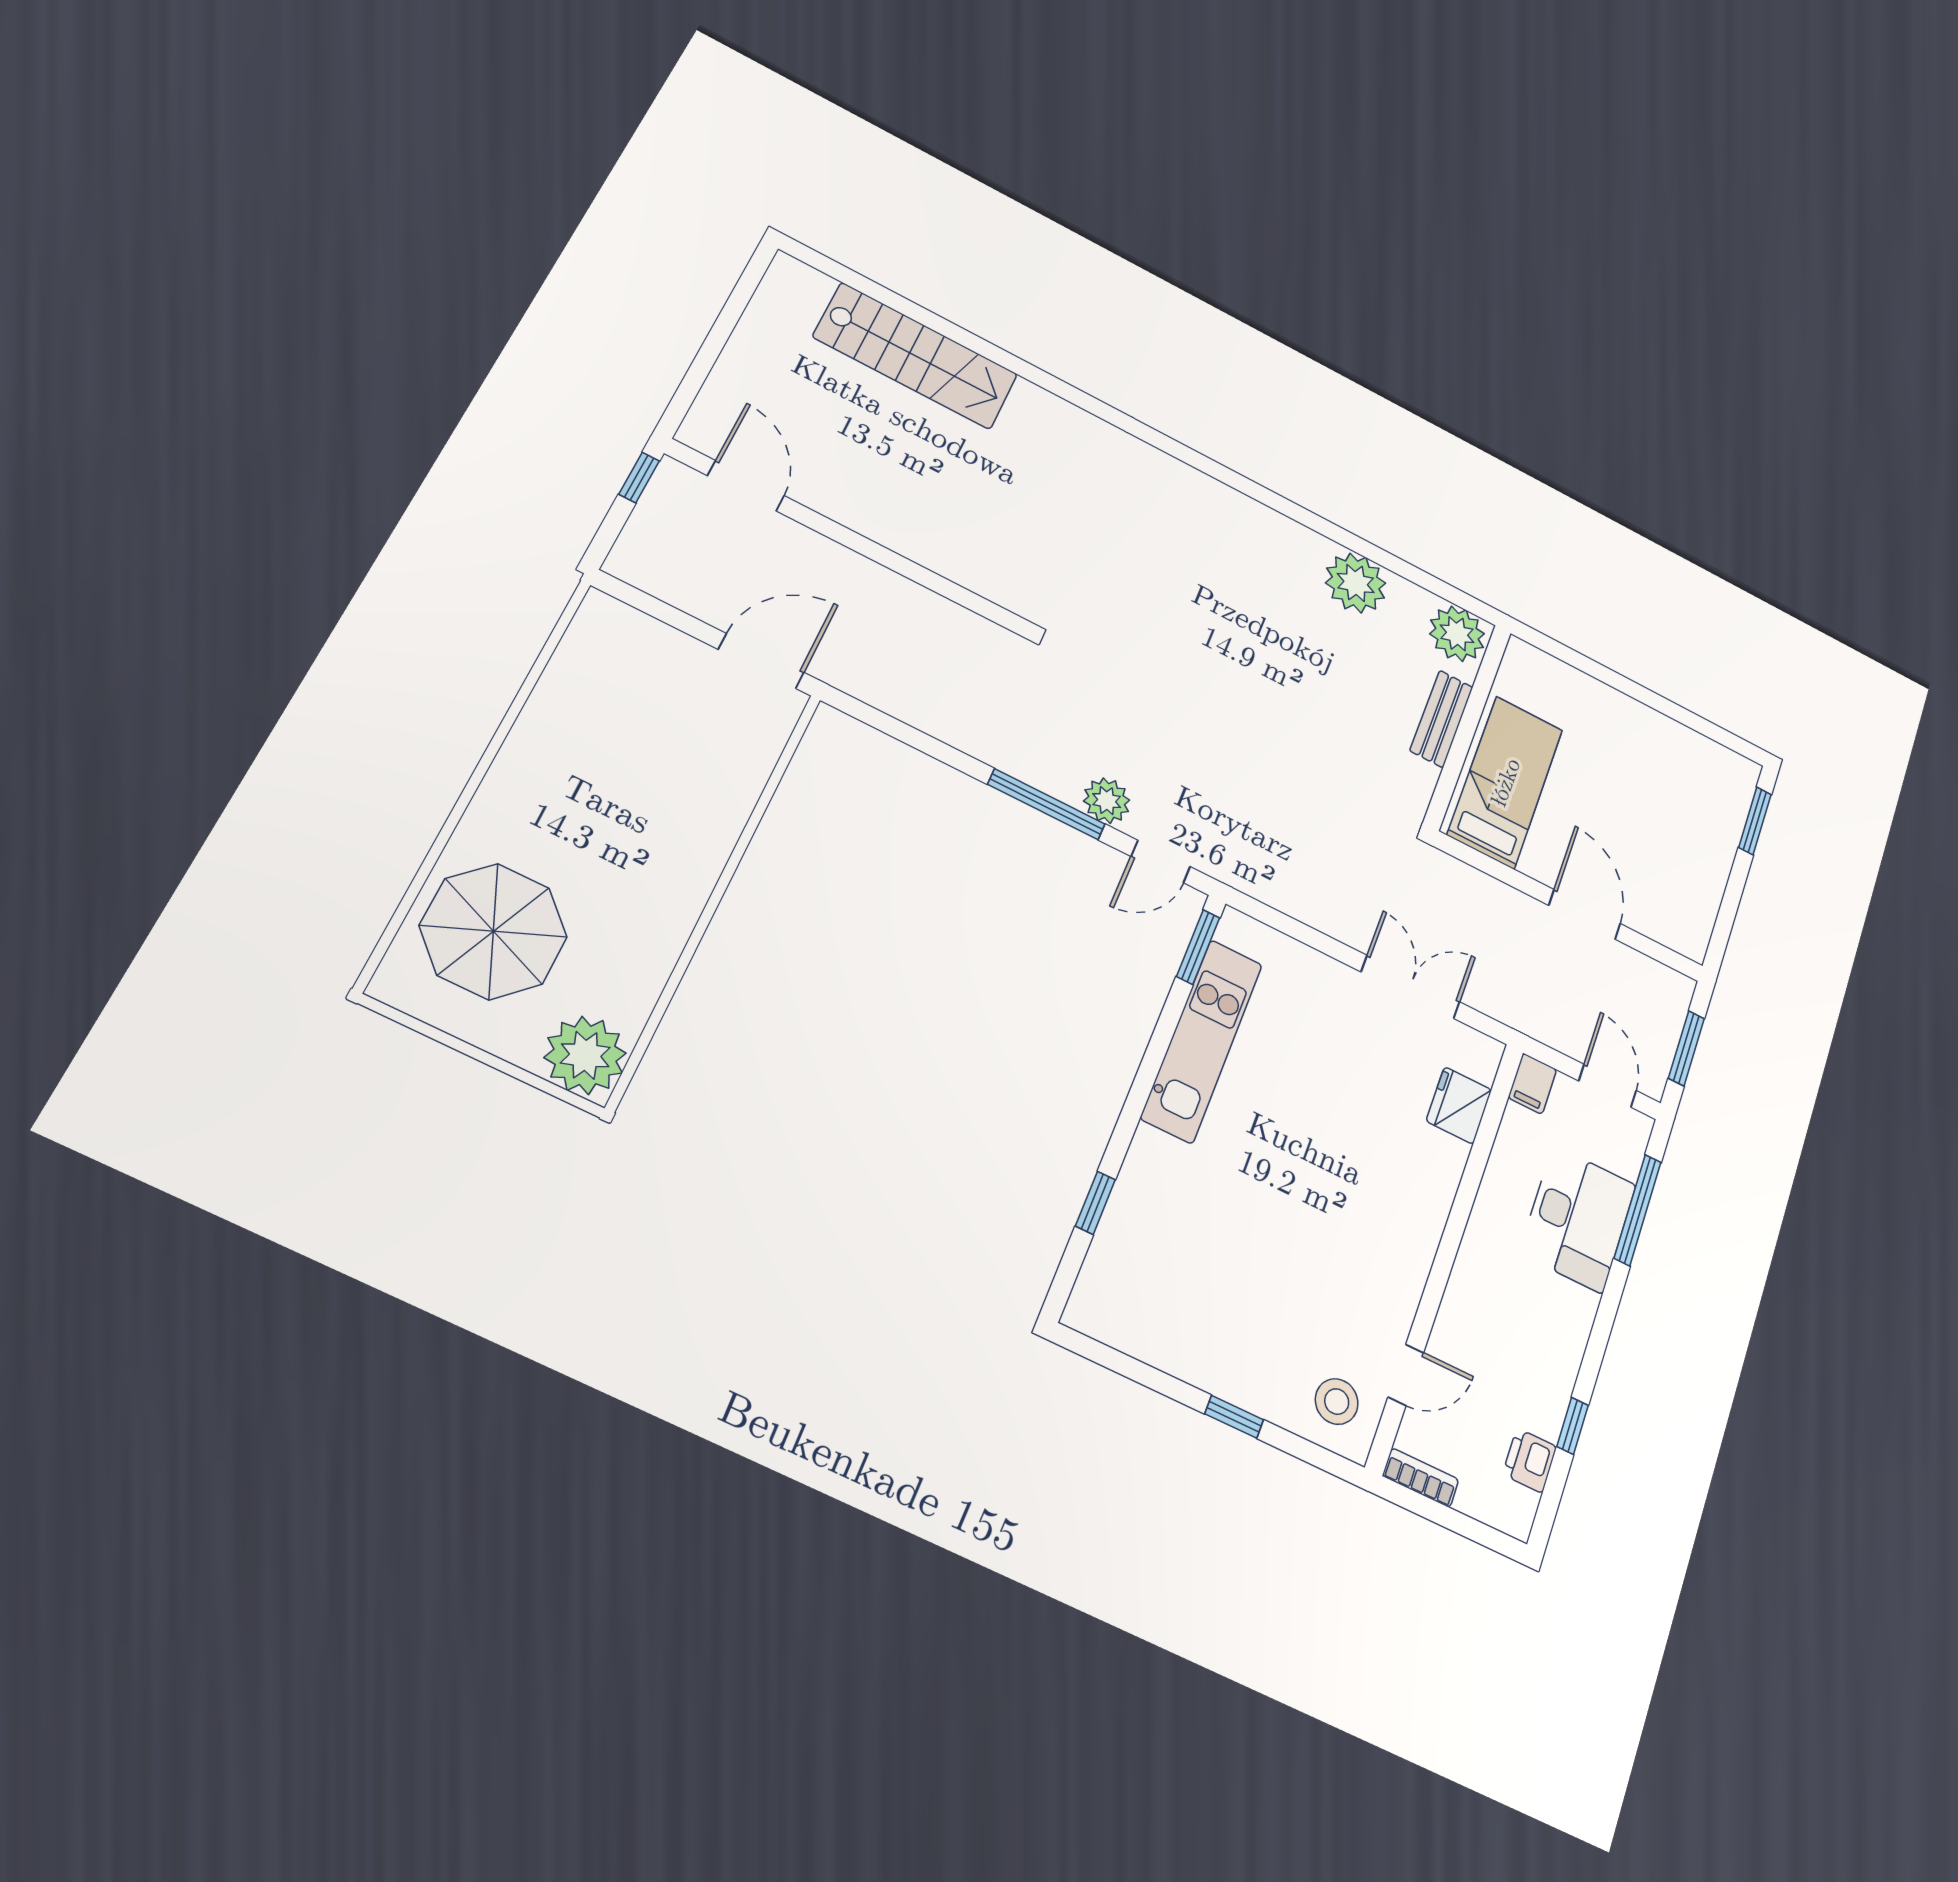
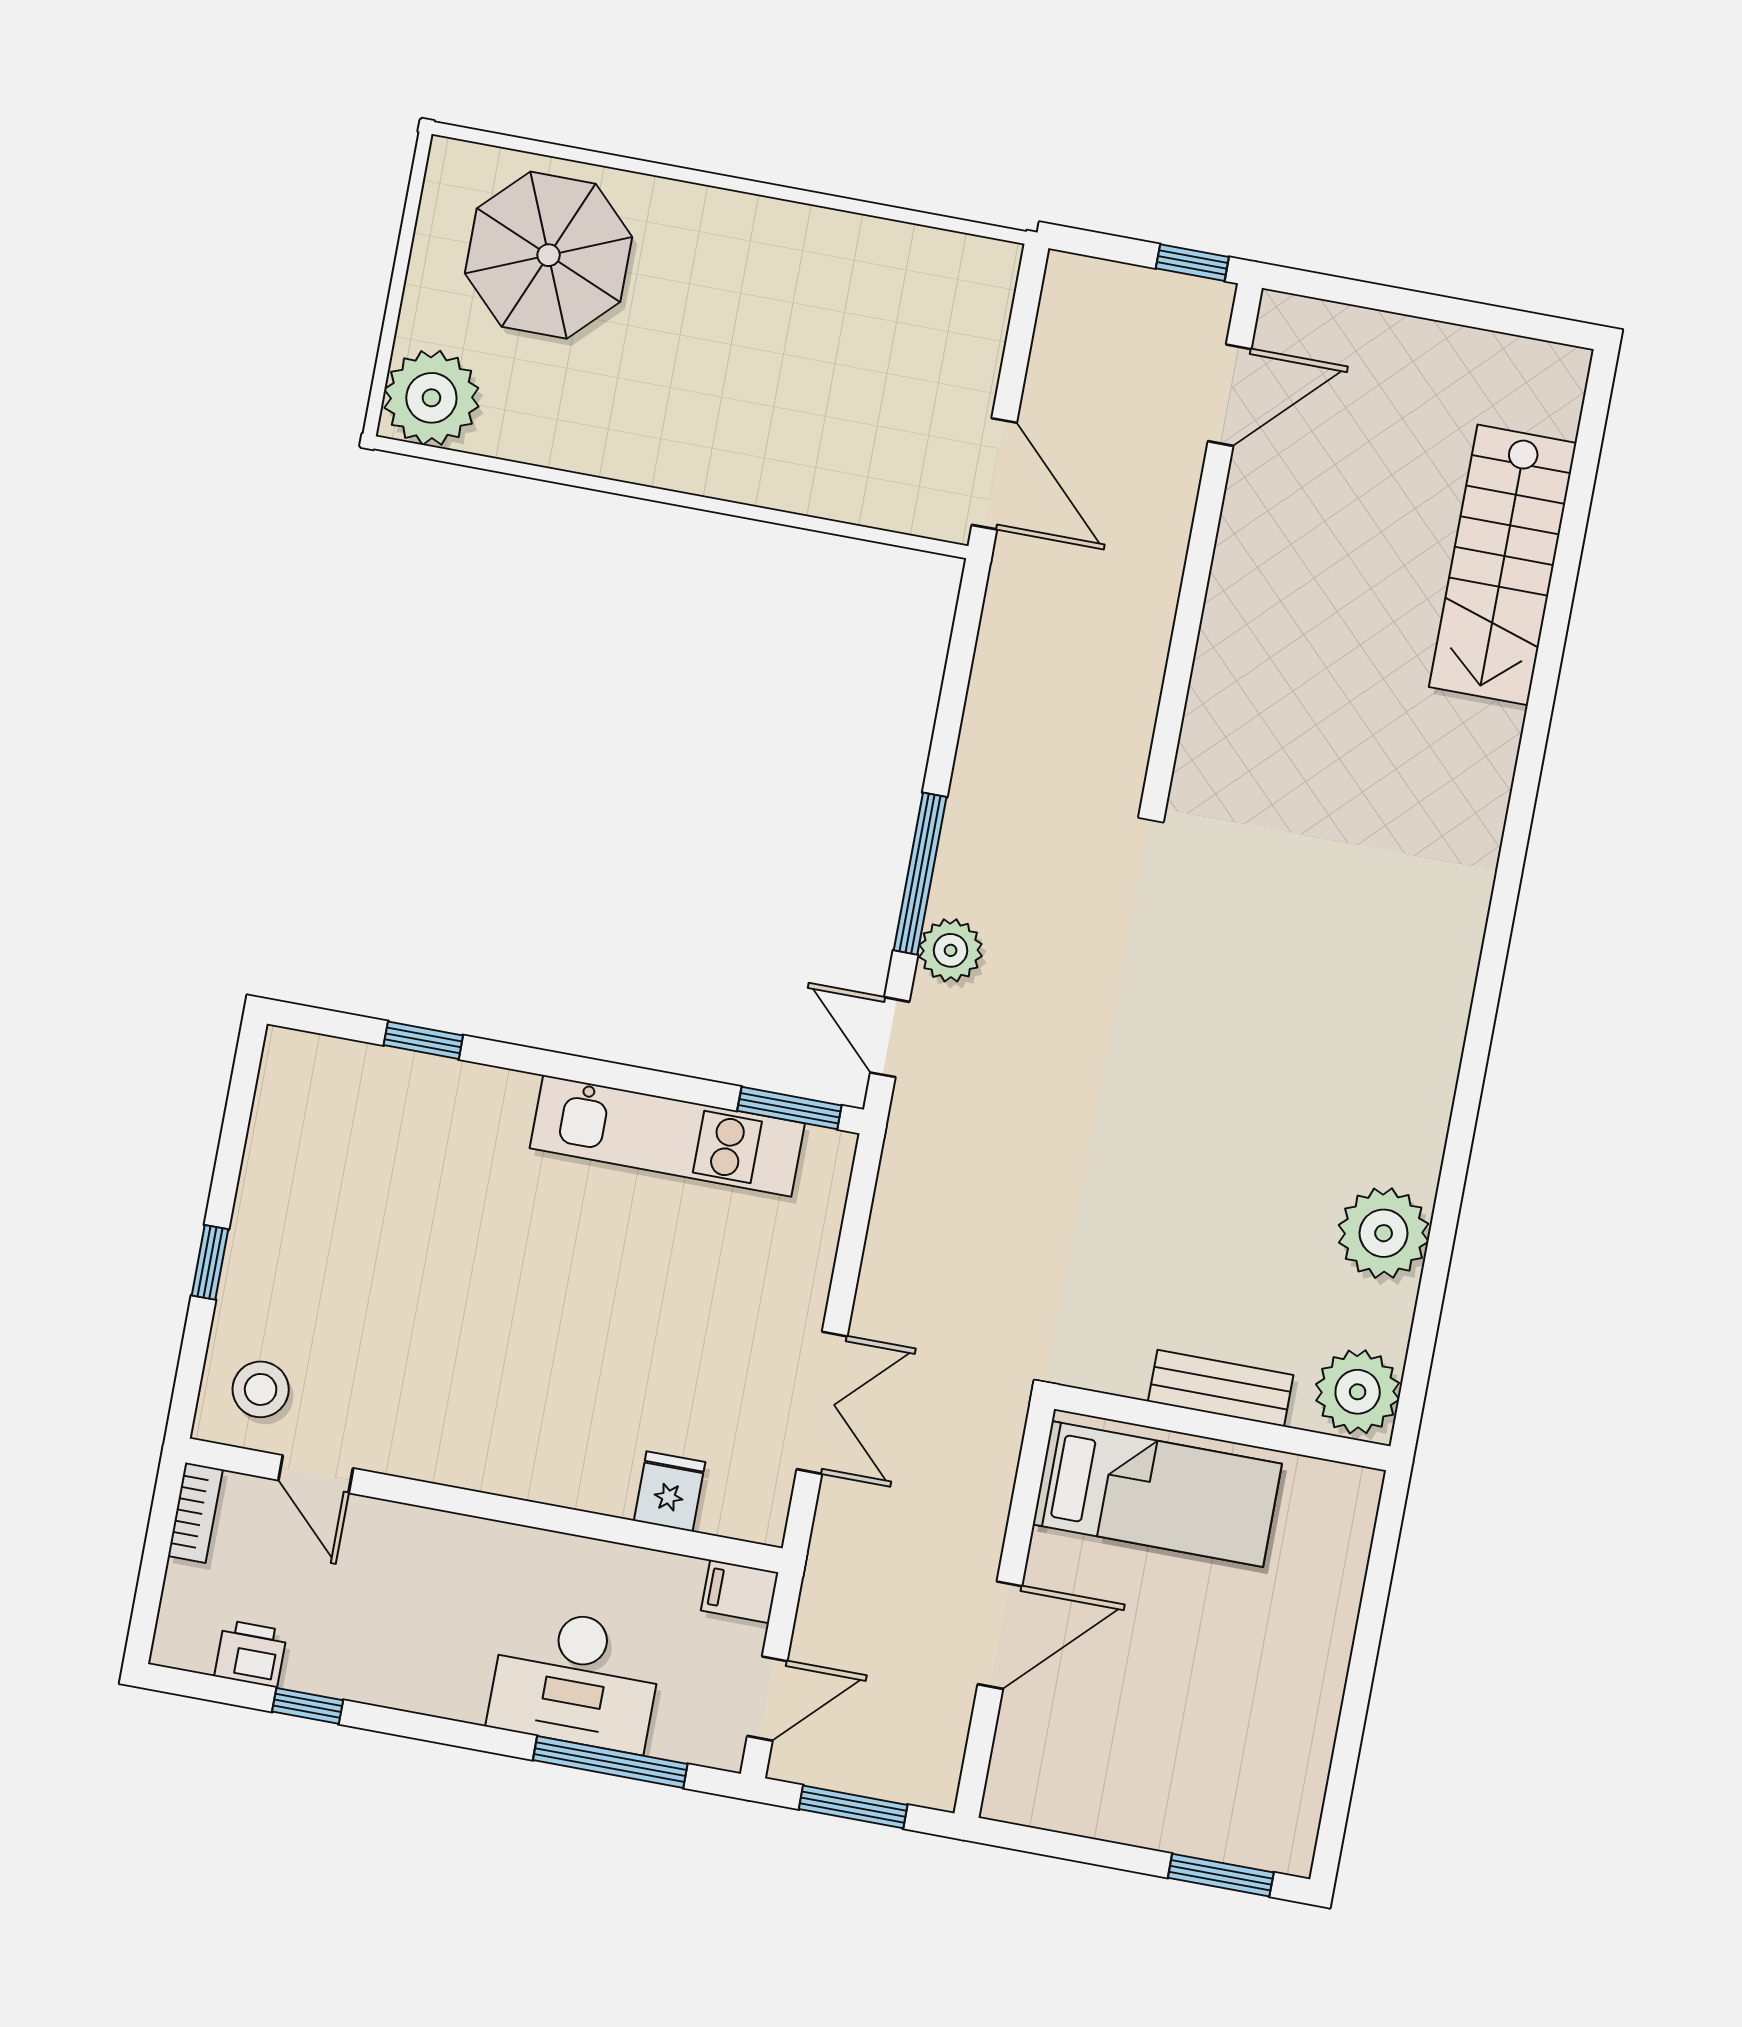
fridge: (1459, 1105) -> (670, 1491), width x0.72

